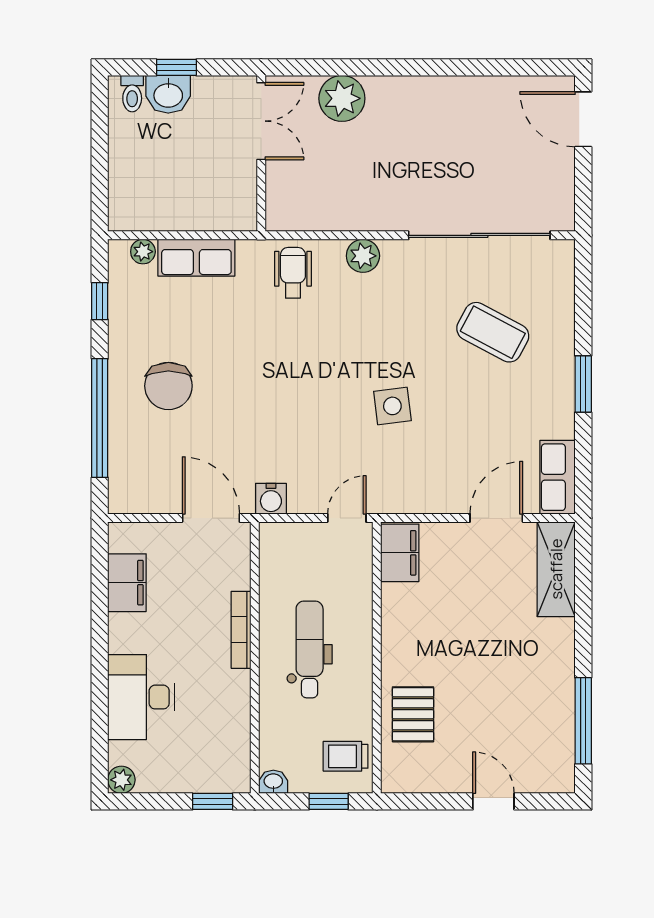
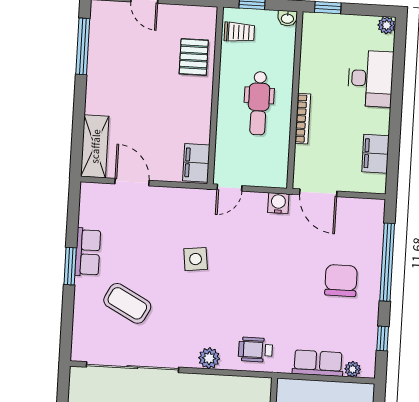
wheelchair: (293, 273) -> (255, 350), turned 90
row of seats: (558, 477) -> (88, 252), moved
door: (496, 518) -> (132, 182), swing flipped

